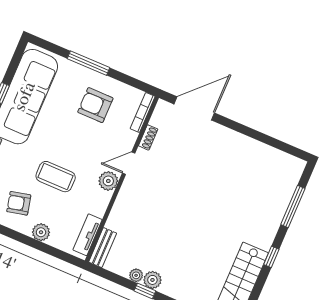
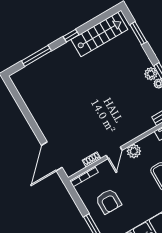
door: (194, 108) -> (52, 156), hinge flipped
door: (129, 163) -> (114, 153), hinge flipped

